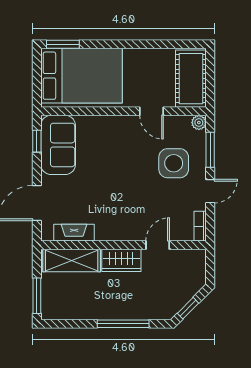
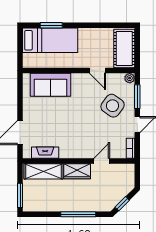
window: (63, 44) -> (51, 25), moved
bed: (82, 76) -> (50, 40), width x0.67
window: (37, 141) -> (20, 91), removed
sofa: (58, 145) -> (50, 85), moved, turned 90
side table: (174, 163) -> (113, 106), turned 36

